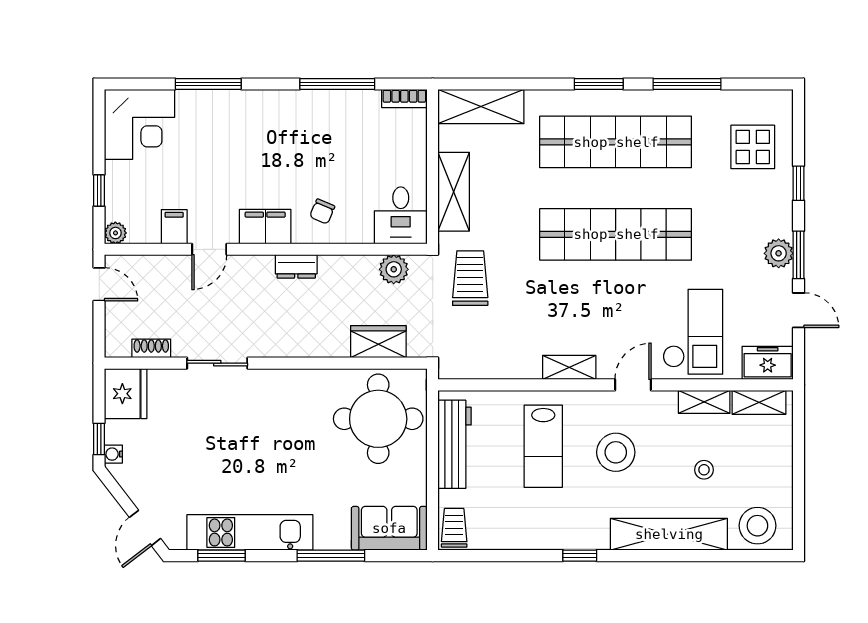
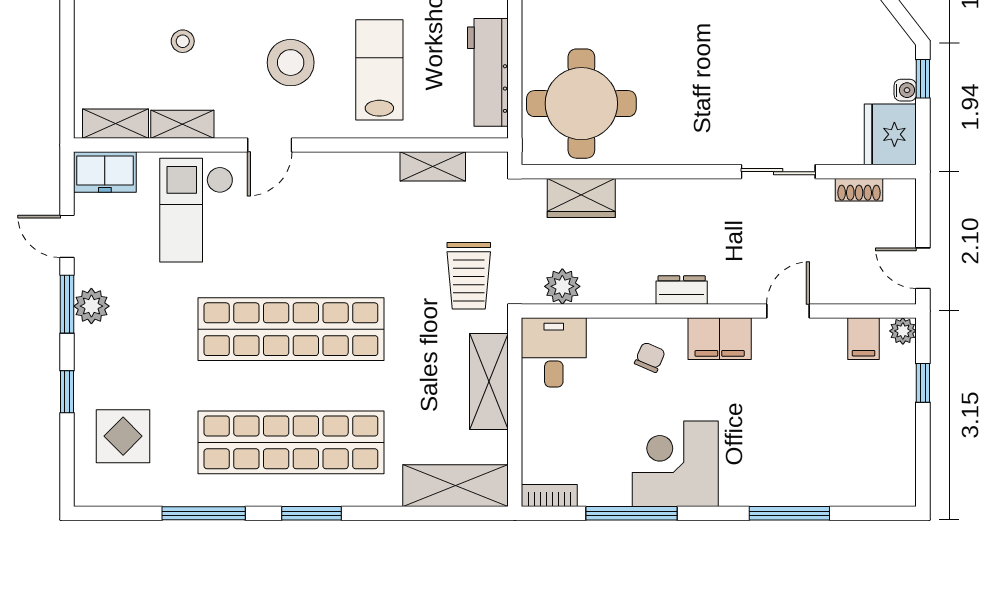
corner desk: (140, 124) -> (675, 464), moved
filing cabinet: (174, 227) -> (863, 339), moved
shelving: (569, 367) -> (433, 166), moved
water cooler: (113, 454) -> (905, 90), moved

